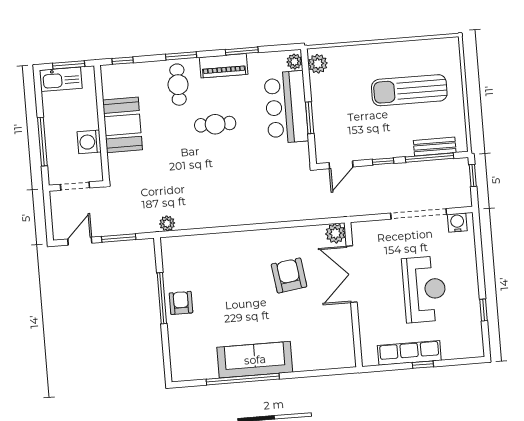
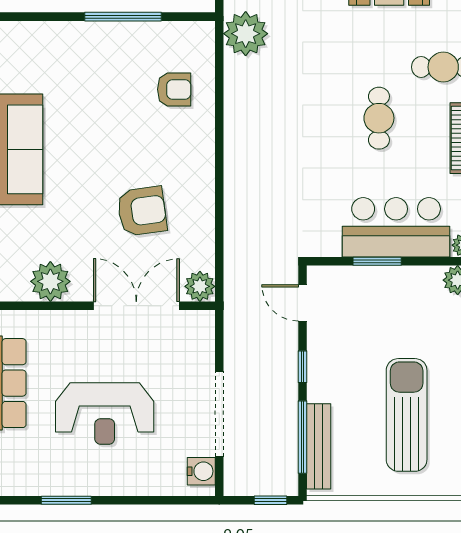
bench: (435, 146) -> (319, 446), width x1.36
plant: (167, 223) -> (246, 34), width x1.88, depth x1.88
armchair: (181, 303) -> (174, 89), moved
window: (484, 310) -> (66, 500), width x1.50
plant: (340, 332) -> (50, 281), added

